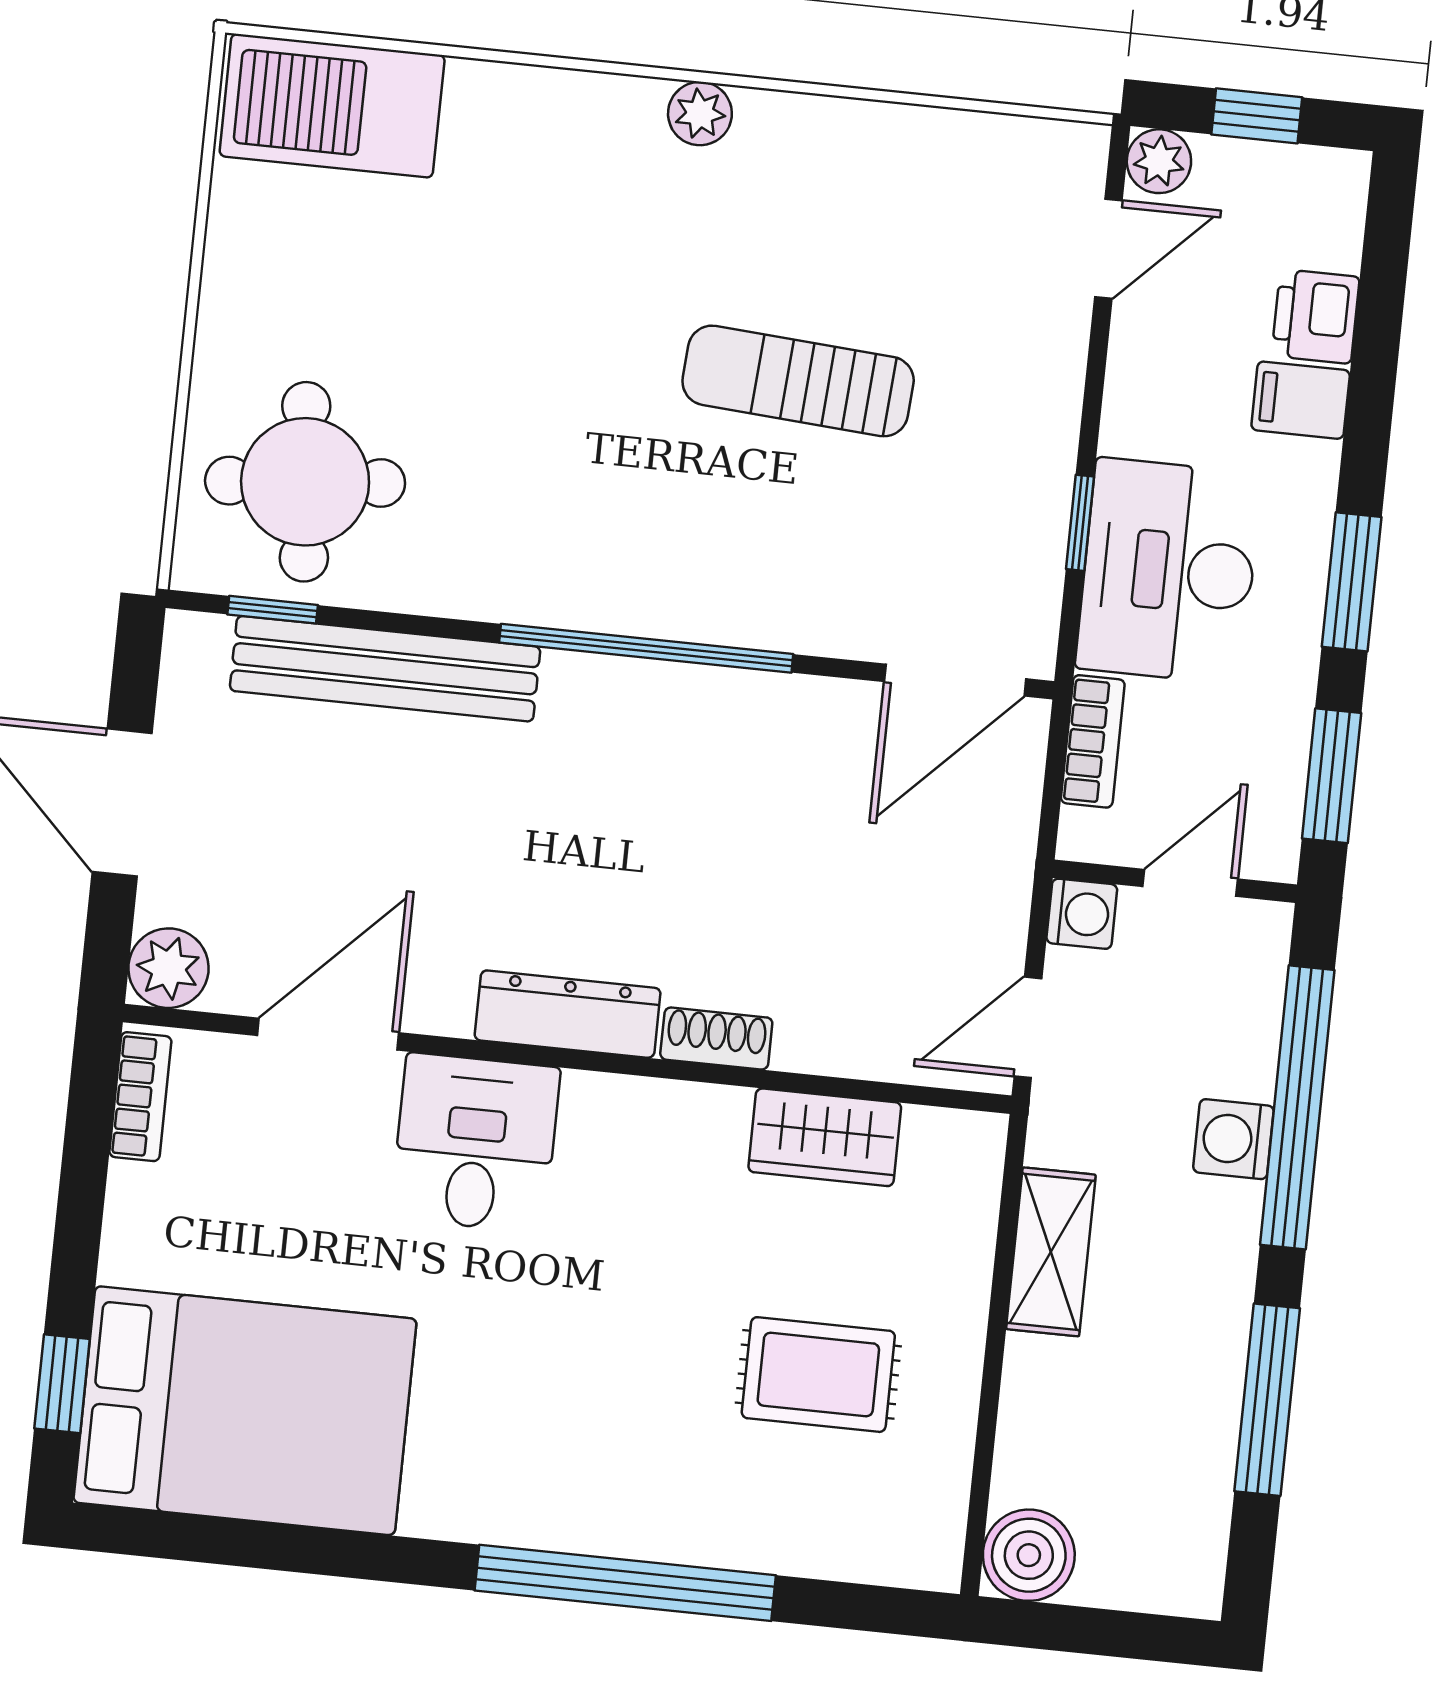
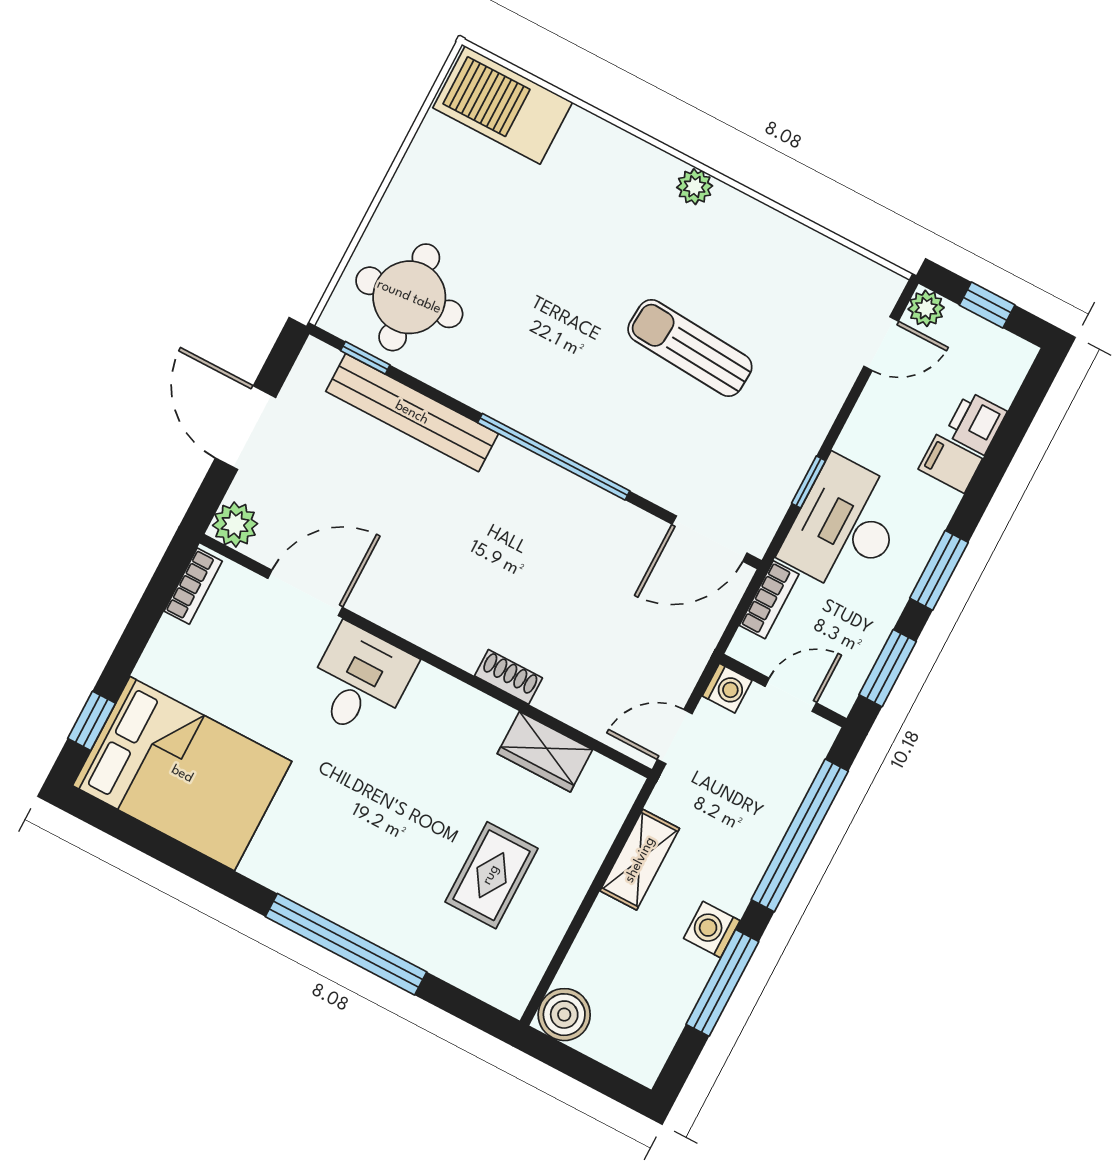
dresser: (568, 1014) -> (435, 633), removed
washing machine: (1233, 1139) -> (712, 930), moved
rug: (818, 1375) -> (491, 875), turned 90

